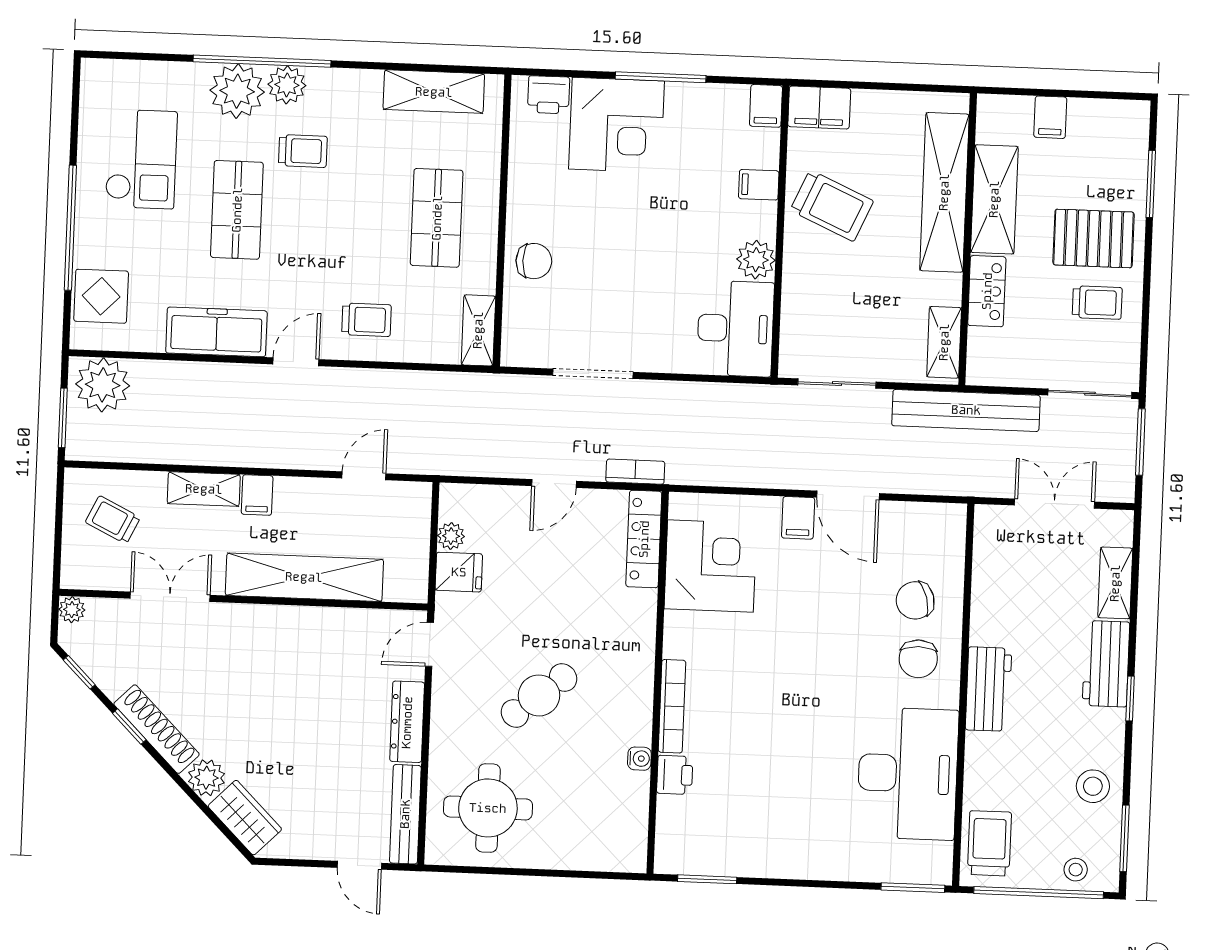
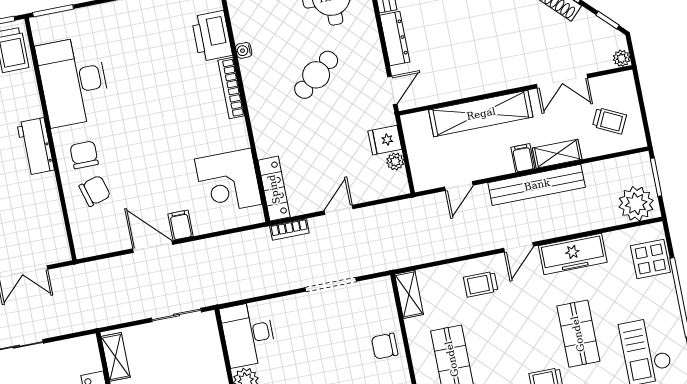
bench: (966, 410) -> (537, 185), moved
printer: (675, 775) -> (212, 36), width x1.87, depth x1.48

